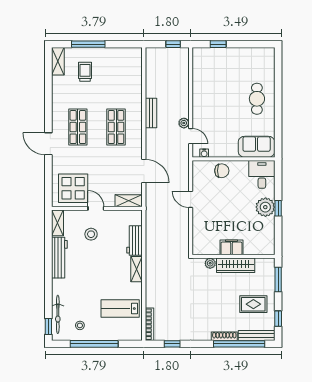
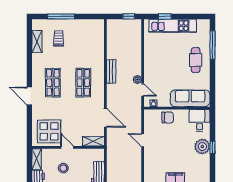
kitchen unit: (228, 56) -> (173, 26), added
shelving: (58, 61) -> (37, 42), moved
window: (278, 80) -> (213, 45), added
sofa: (257, 147) -> (190, 98), width x1.36

